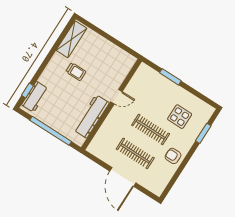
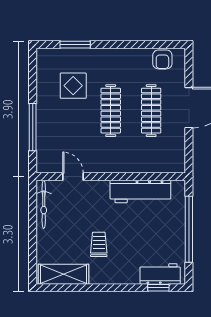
bicycle: (120, 54) -> (44, 204), added
window: (170, 77) -> (33, 127), width x1.44
door: (116, 97) -> (73, 177), moved
armchair: (173, 156) -> (162, 59), moved

